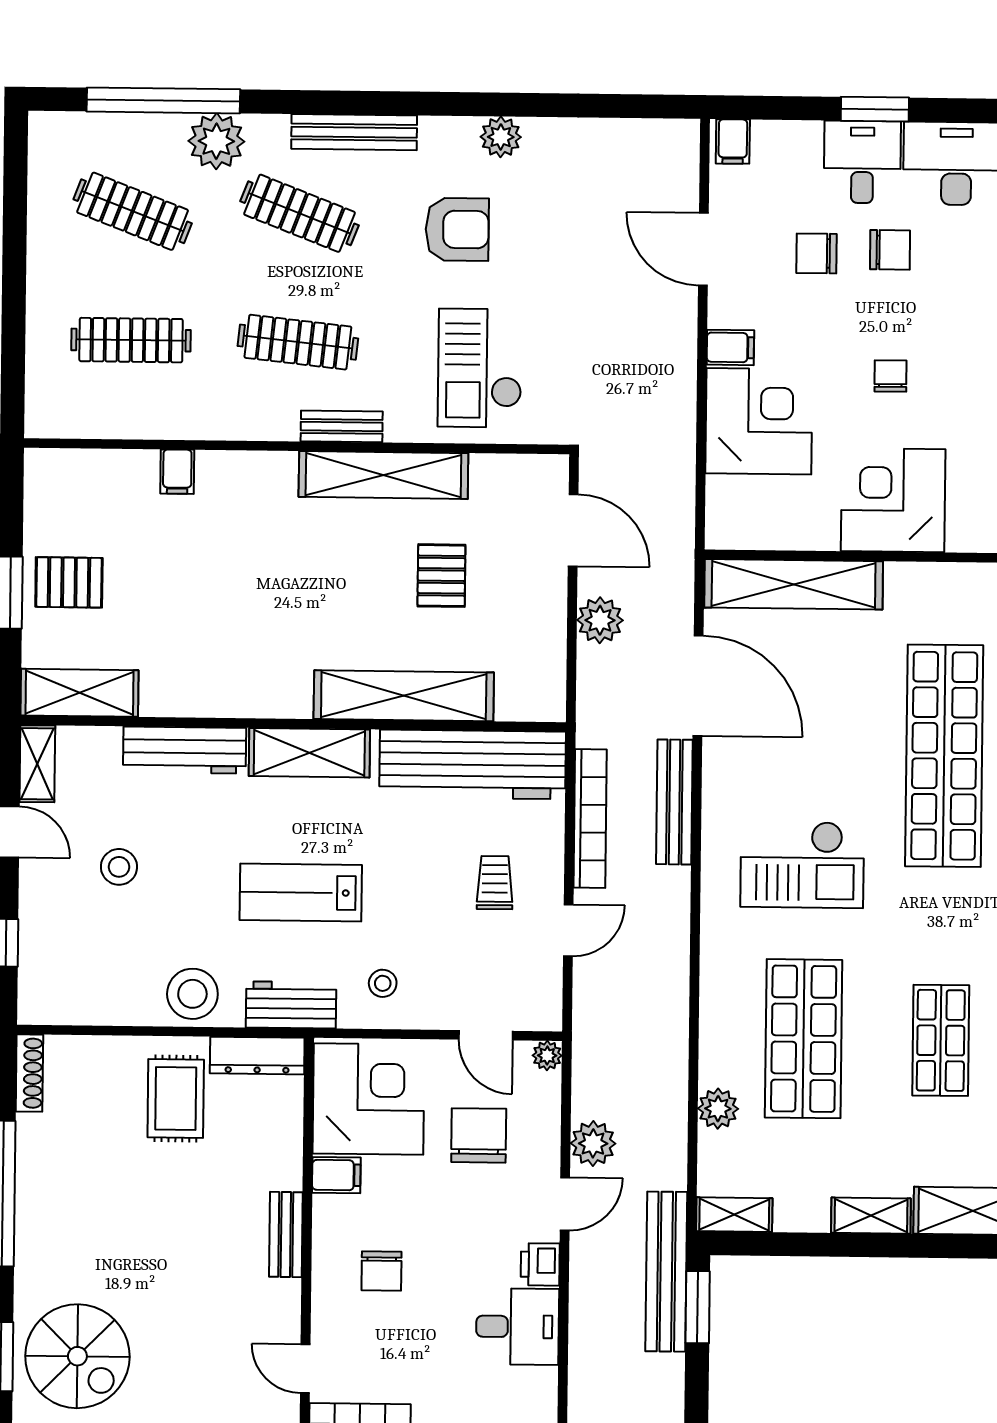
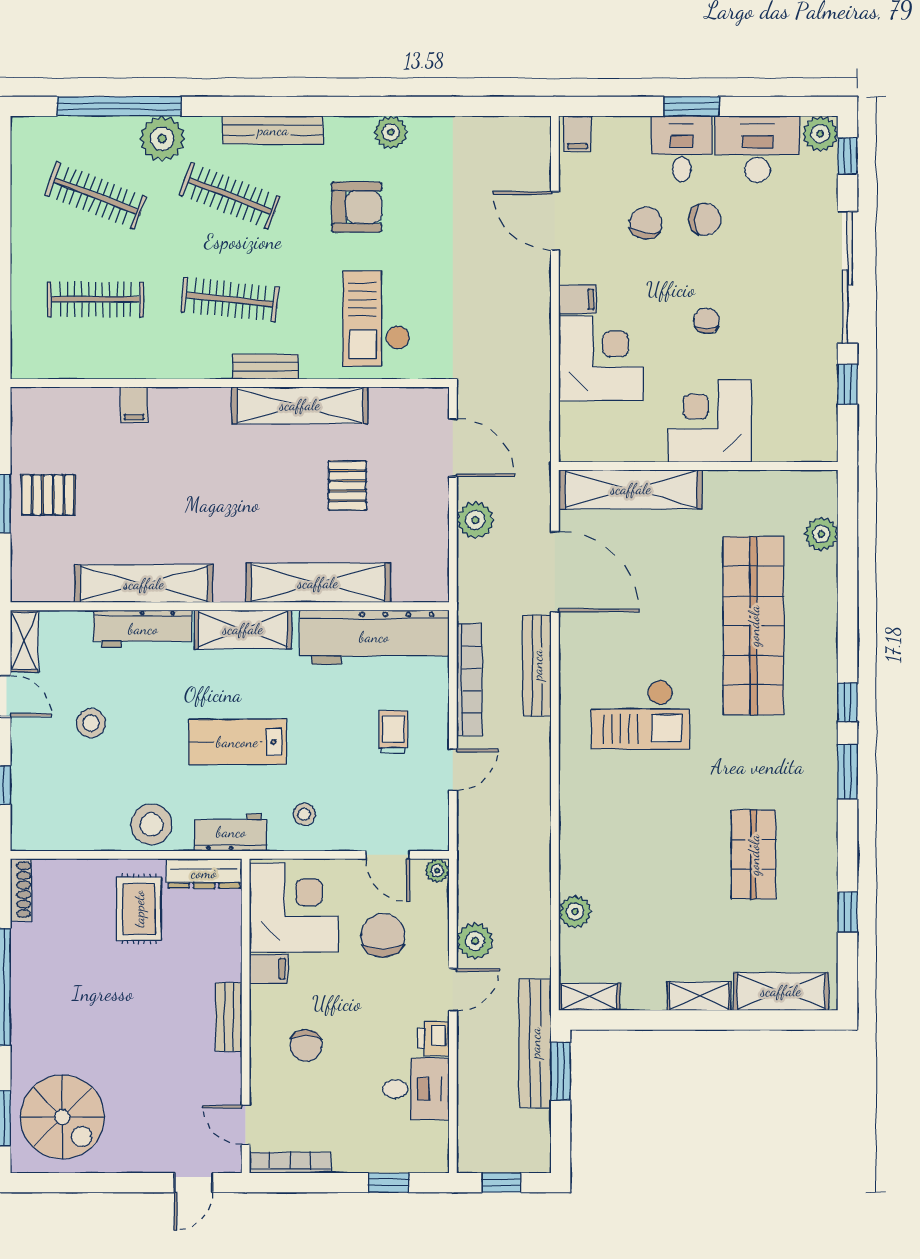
chair: (816, 253) -> (646, 223), turned 99
shelving: (80, 693) -> (144, 584), moved, width x1.47
shop shelf: (804, 1039) -> (643, 855), removed

